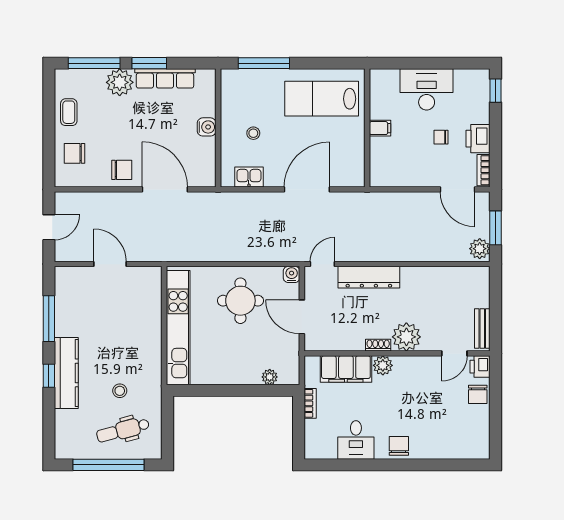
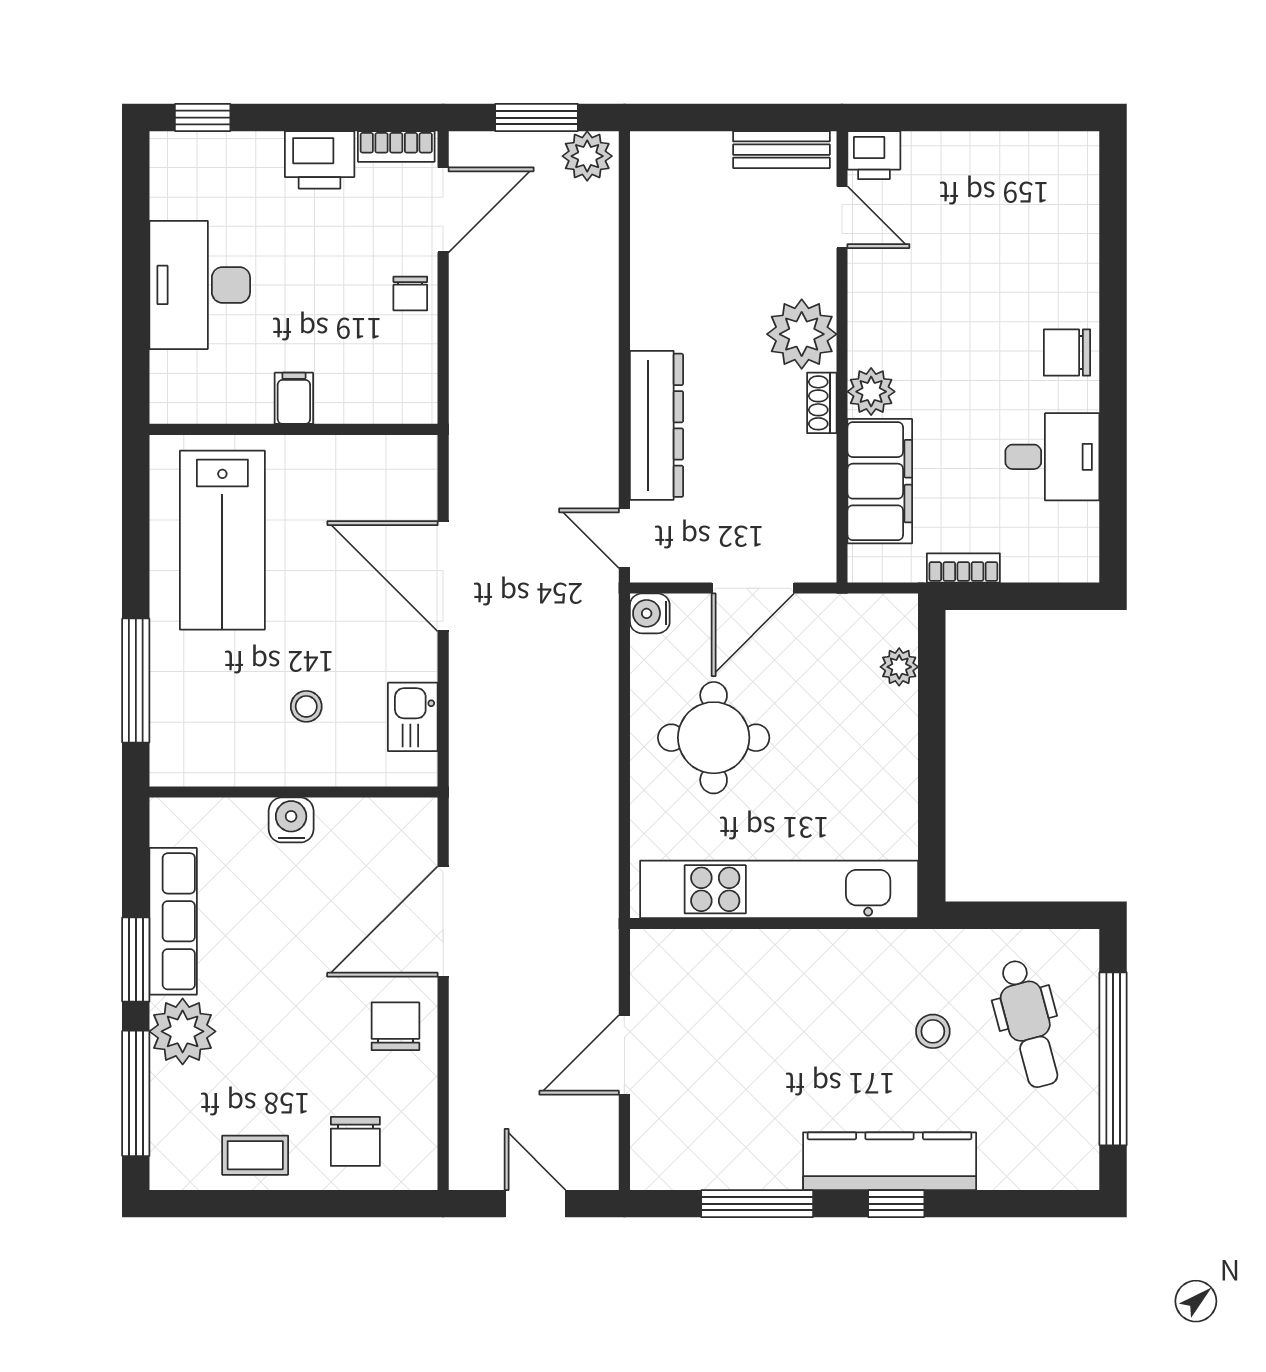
chair: (441, 137) -> (410, 294), moved
chair: (478, 394) -> (941, 161), removed

